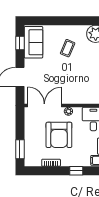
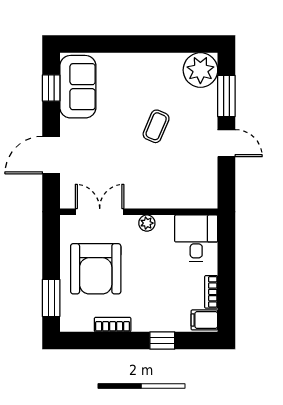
coffee table: (68, 48) -> (156, 126), moved
double door: (44, 106) -> (100, 212), width x0.73
armchair: (59, 135) -> (96, 269), moved

